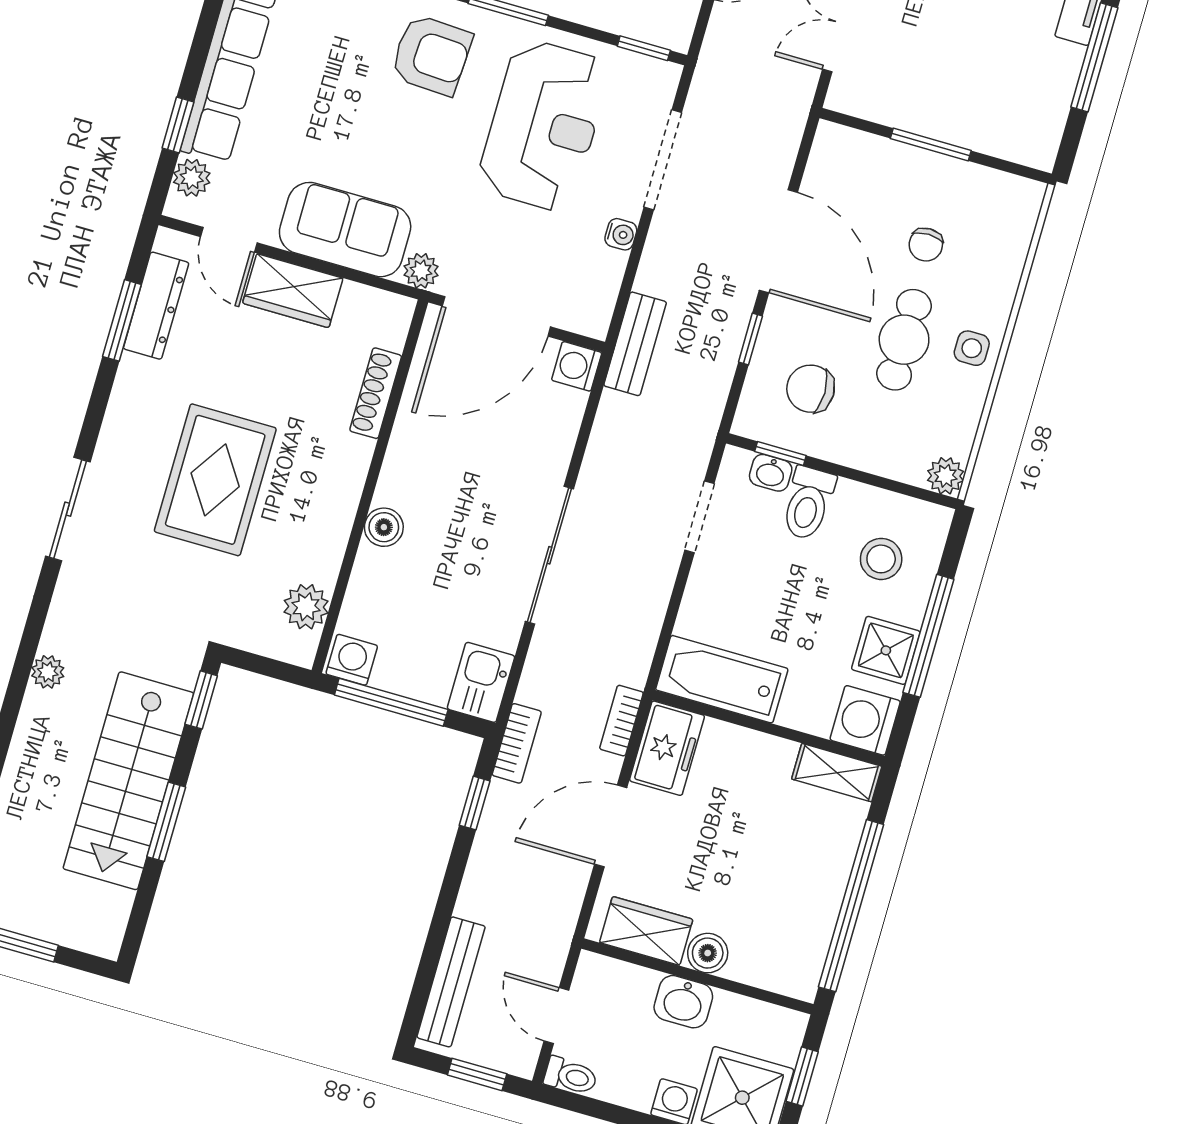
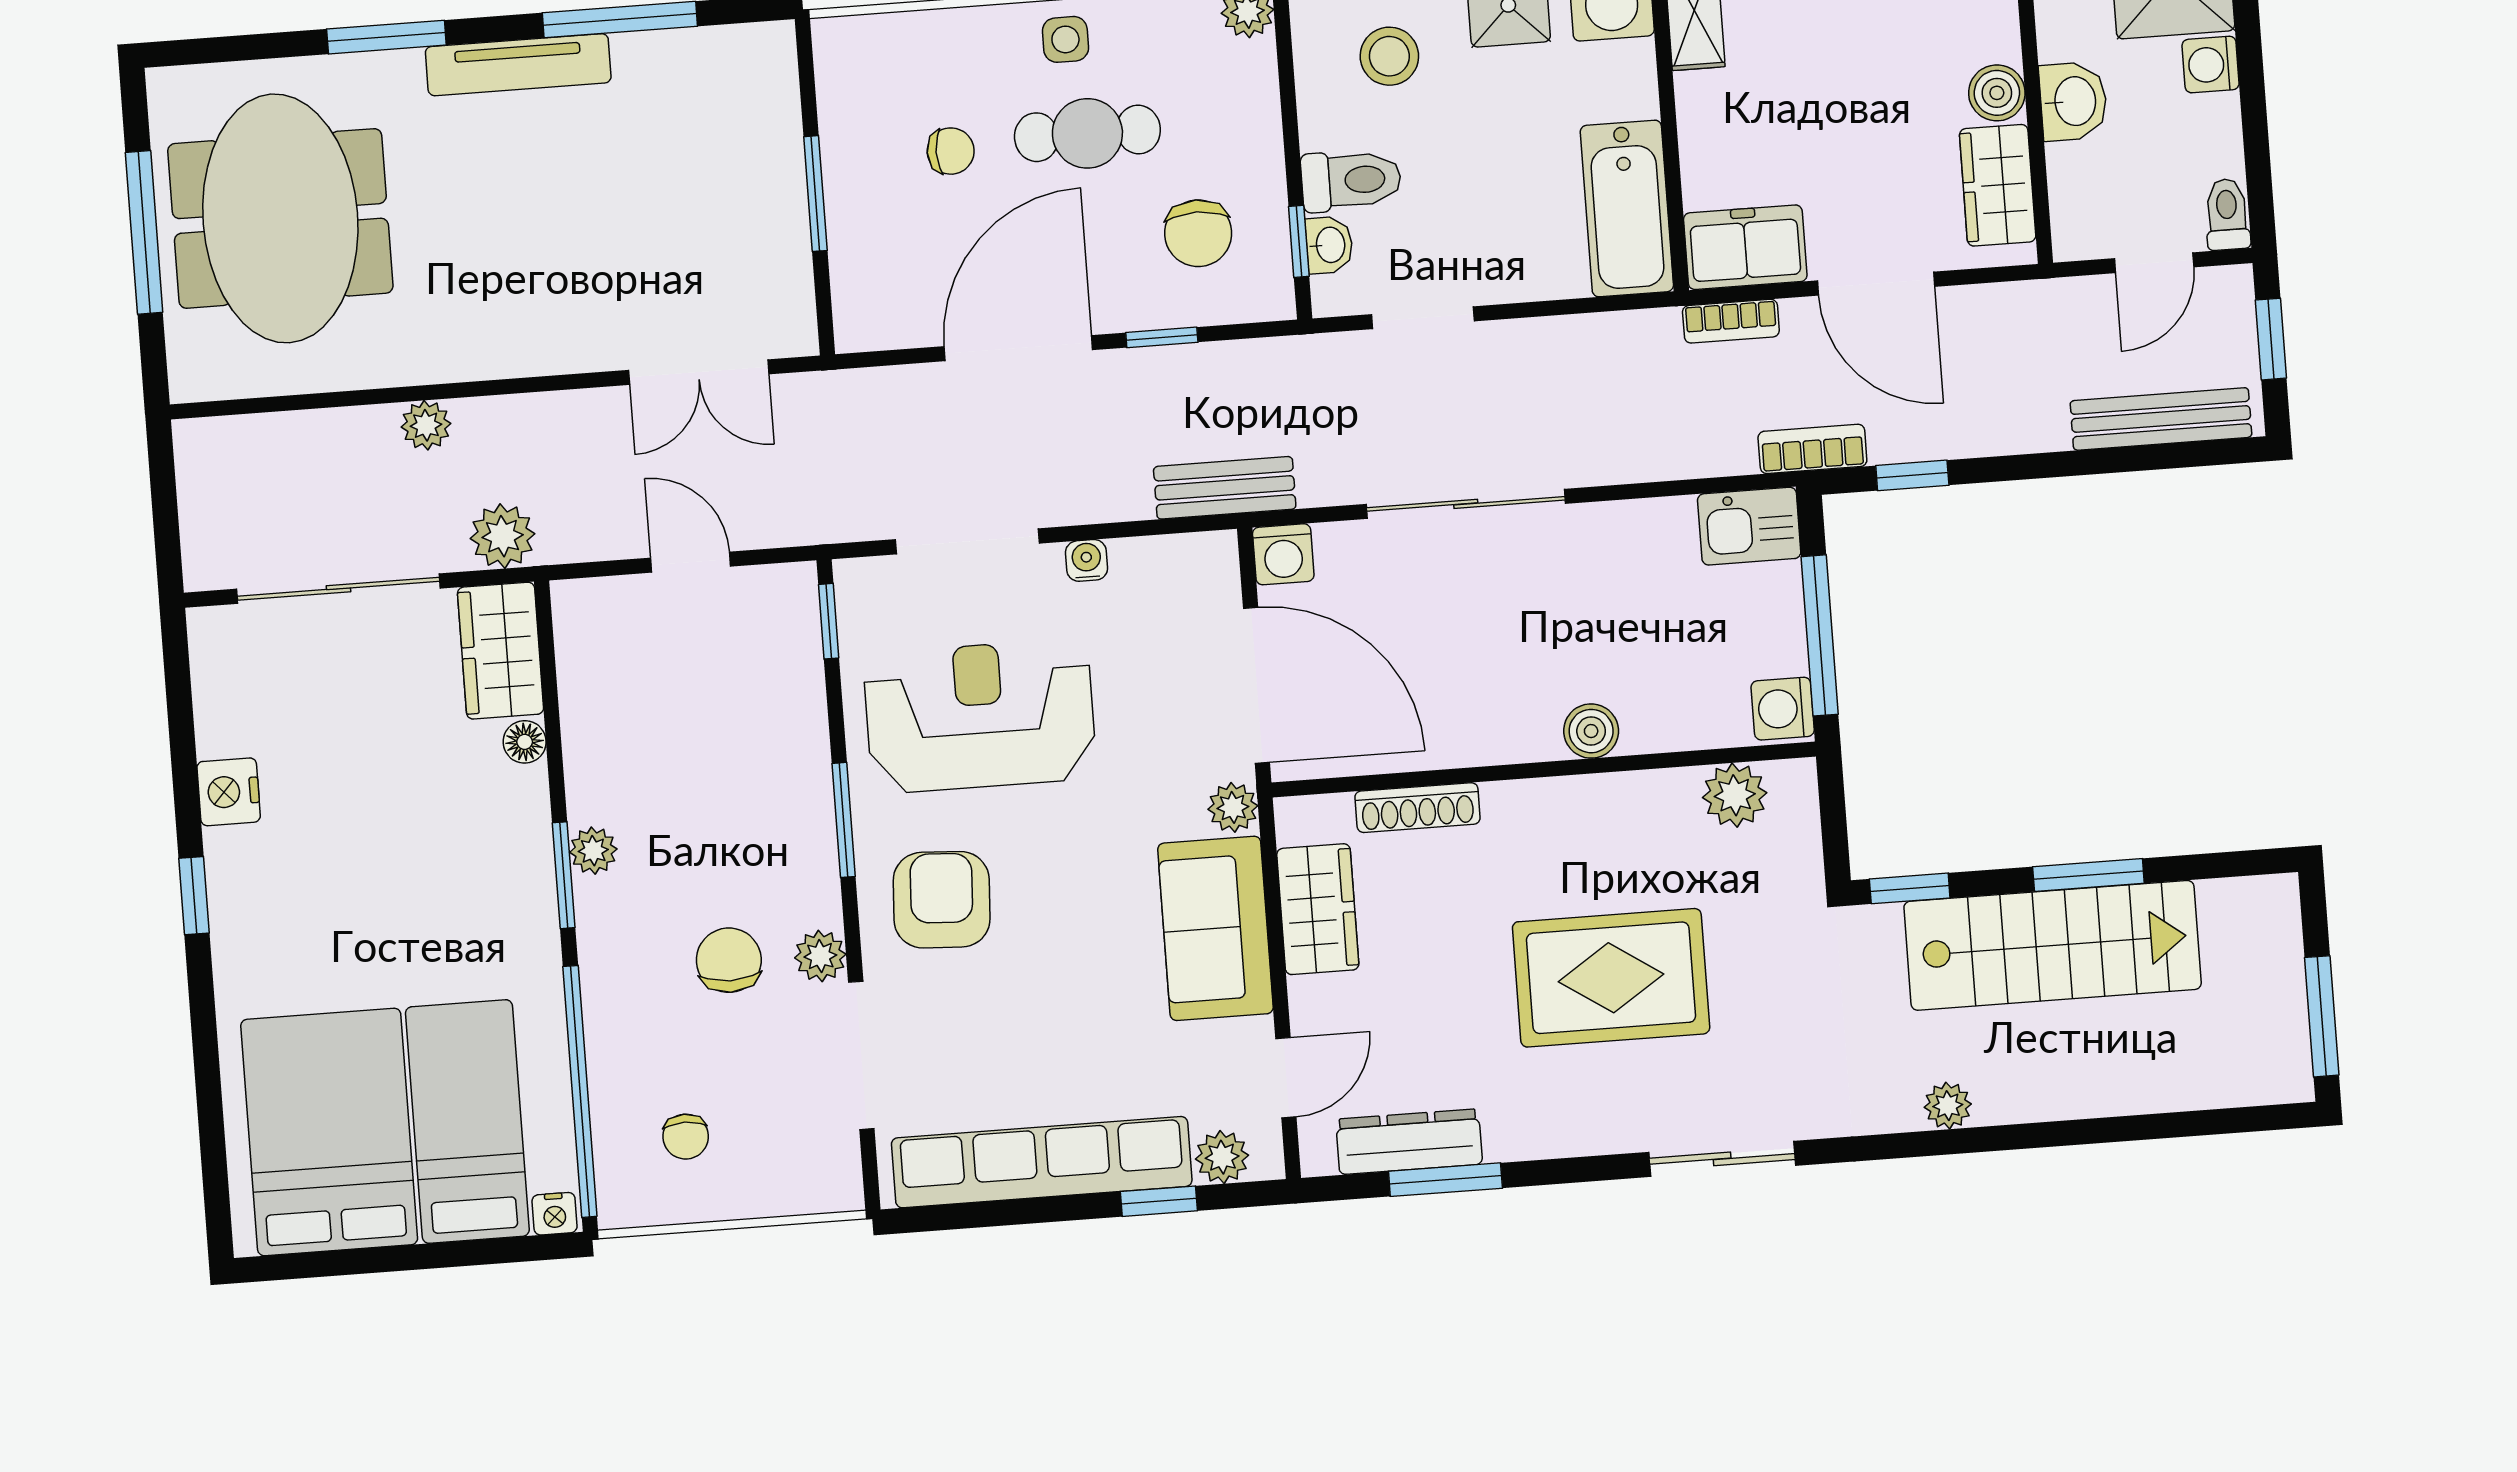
wardrobe: (293, 291) -> (1318, 909), moved
sliding door: (549, 555) -> (1466, 504), moved

